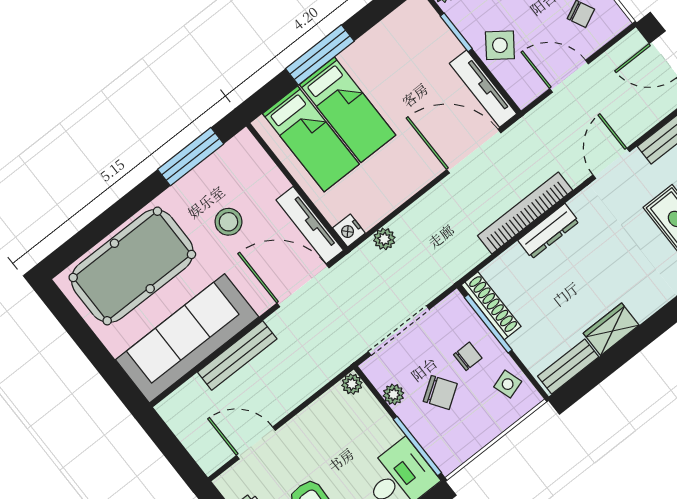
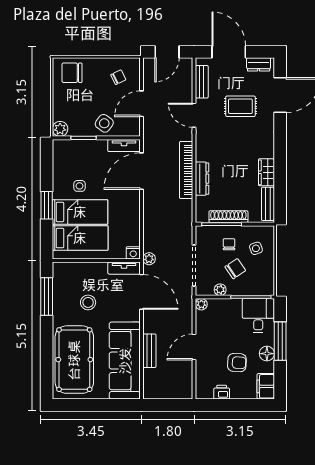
window: (320, 55) -> (47, 205), width x0.69
side table: (384, 80) -> (80, 186), added
tv unit: (483, 89) -> (124, 146), width x0.71
tv unit: (310, 225) -> (124, 268), width x0.71
dresser: (548, 231) -> (202, 179), moved
plant: (384, 239) -> (149, 259), moved
door: (303, 286) -> (142, 292), swing flipped
shoe rack: (491, 306) -> (228, 217), moved
bench: (237, 356) -> (149, 351), width x0.73
side table: (508, 384) -> (256, 248), moved
door: (256, 443) -> (194, 347), moved

